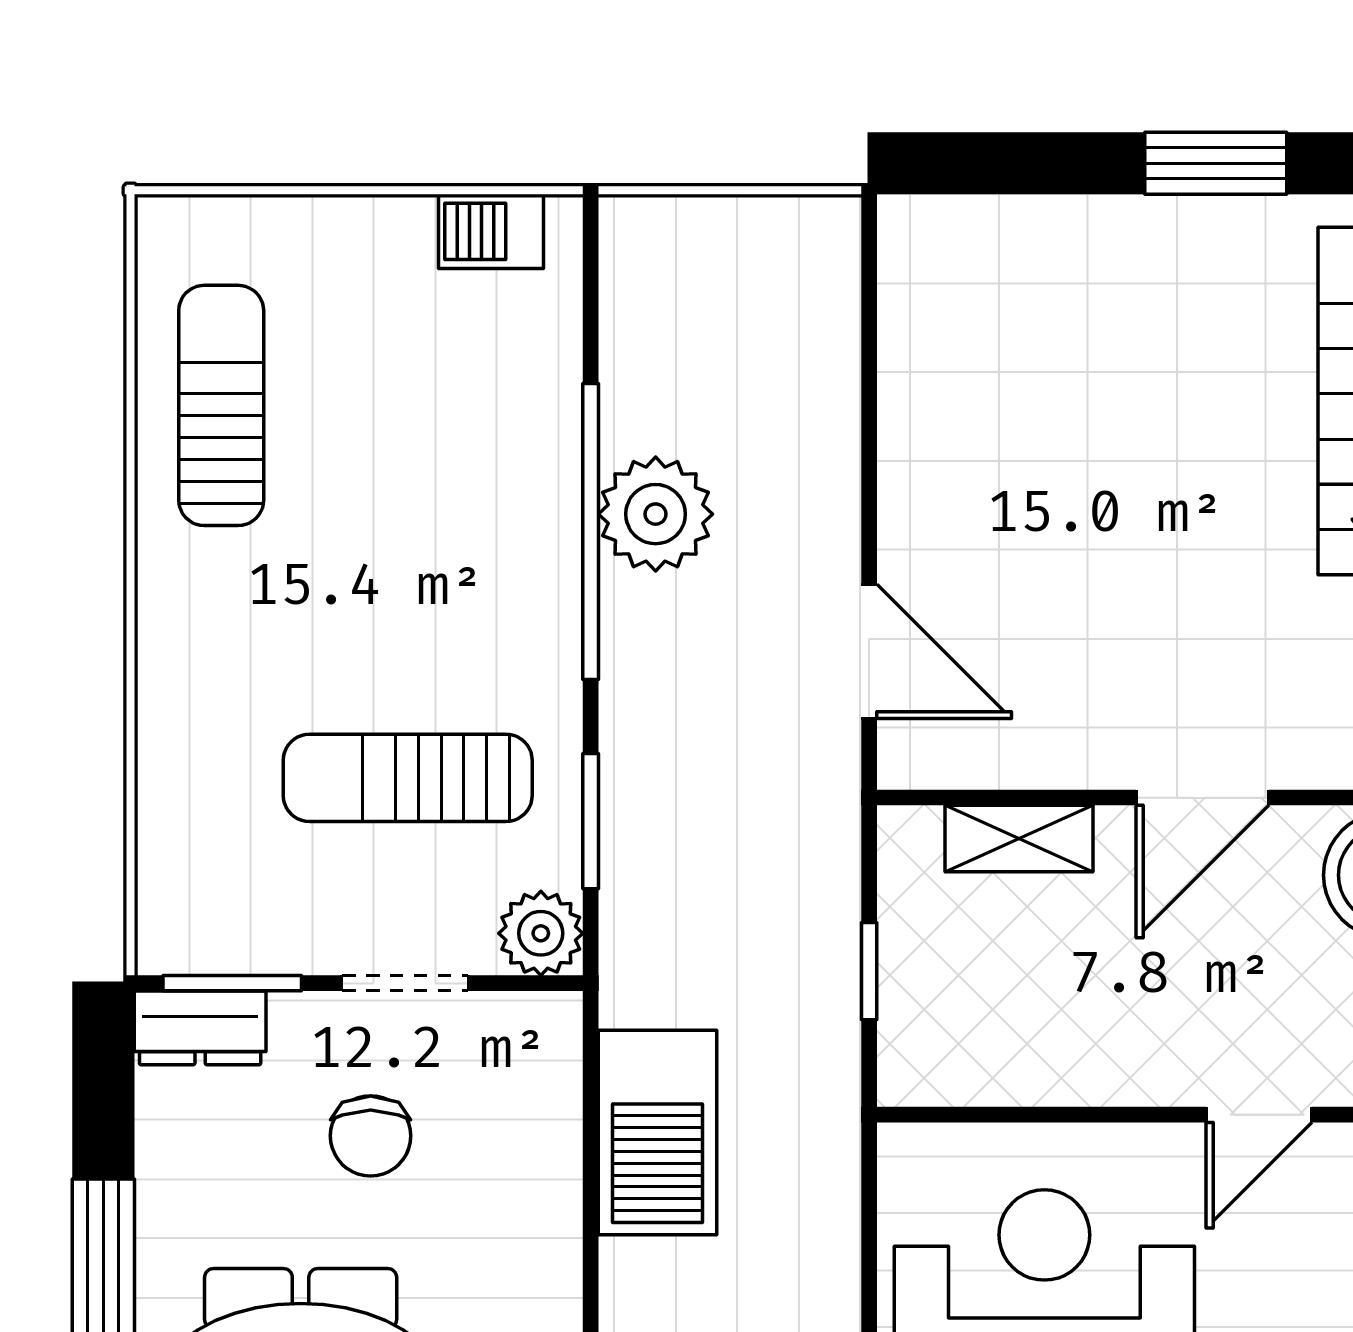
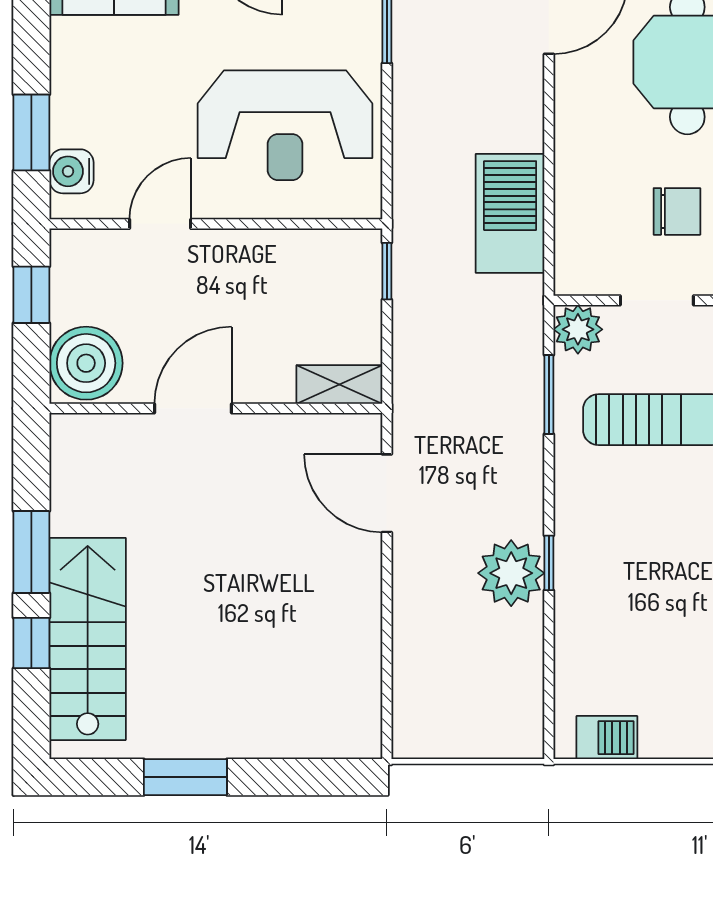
window: (591, 532) -> (549, 563), width x0.32
shelving: (1019, 839) -> (339, 384), moved
window: (869, 971) -> (387, 271), moved
chair: (371, 1136) -> (677, 211), turned 90

